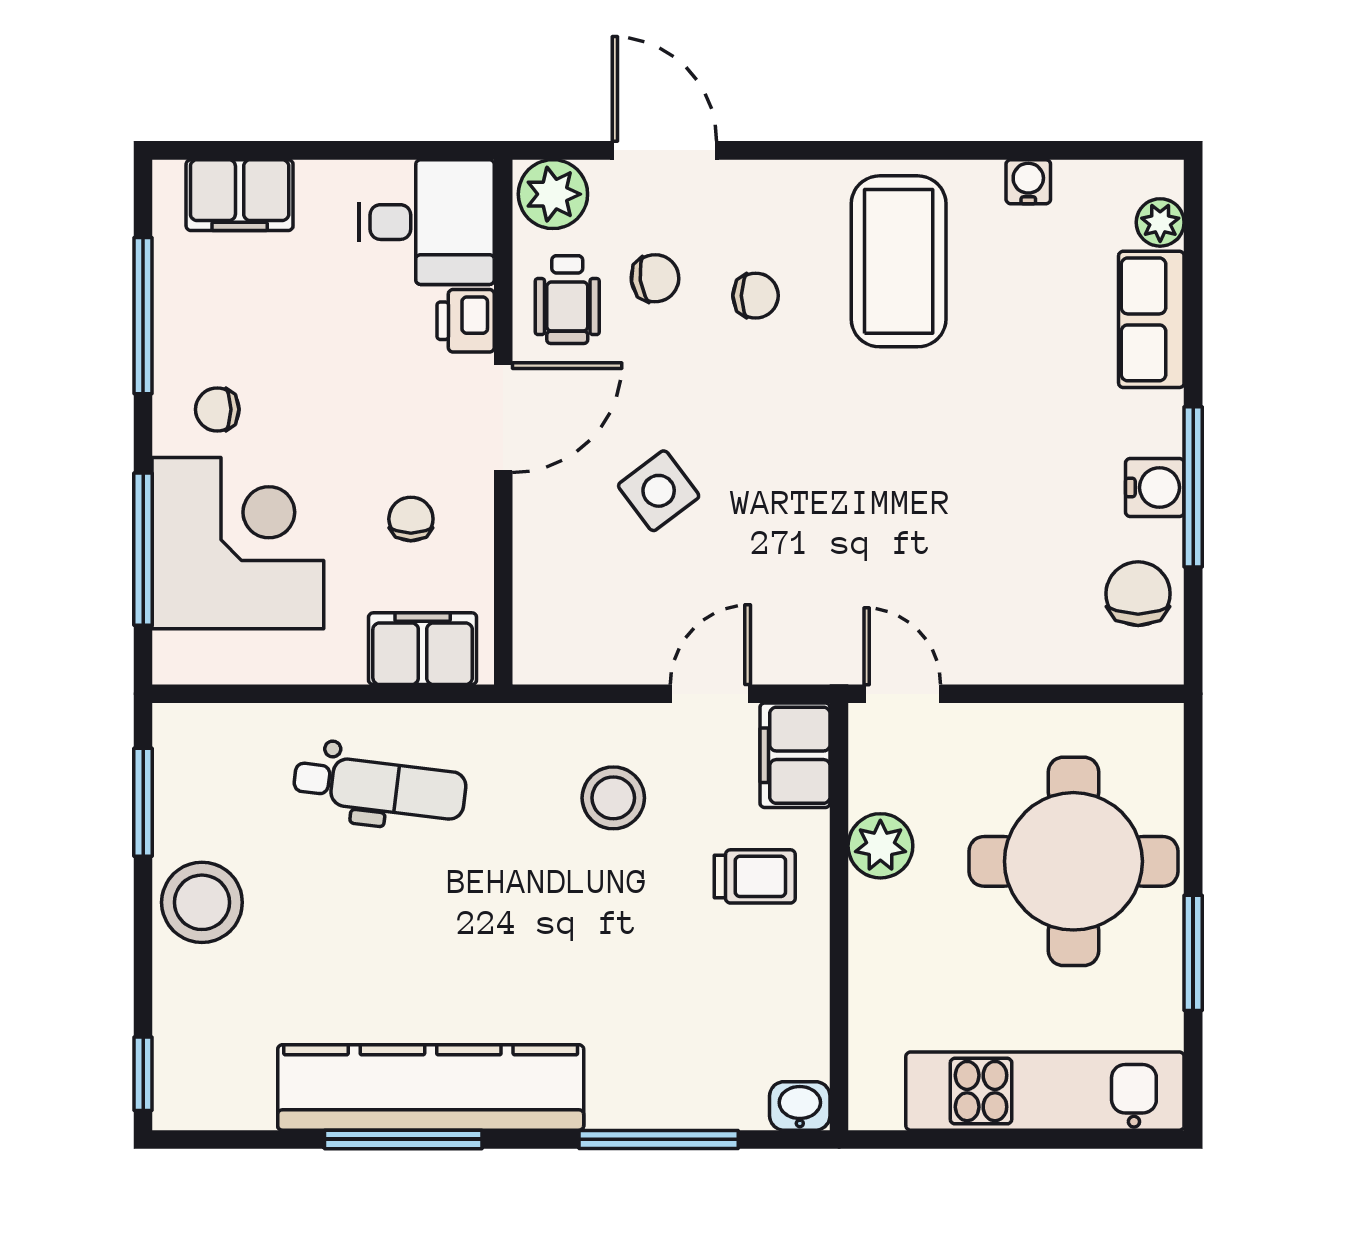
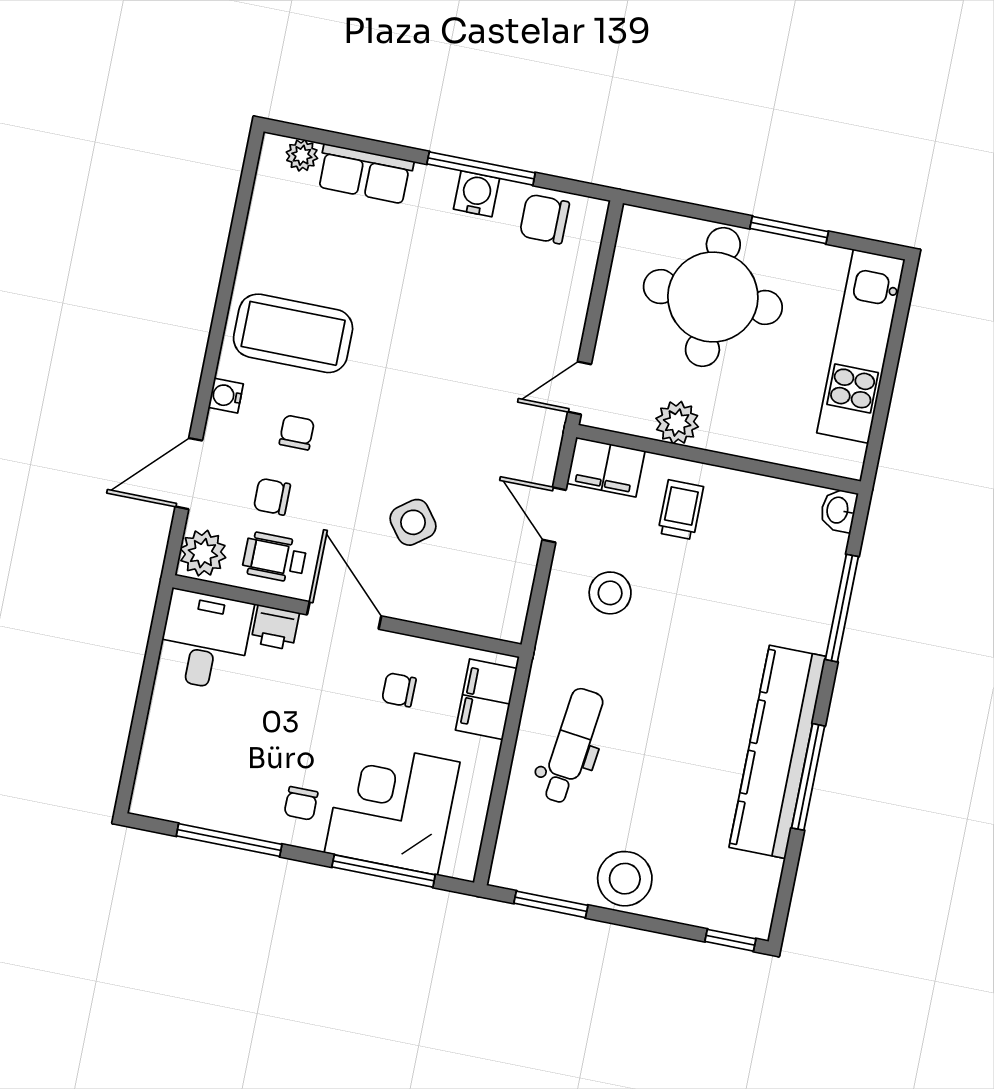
water cooler: (1028, 182) -> (226, 396), moved
filing cabinet: (240, 195) -> (162, 760), removed
chair: (655, 278) -> (272, 497), turned -82
wheelchair: (567, 300) -> (275, 557), turned 180

